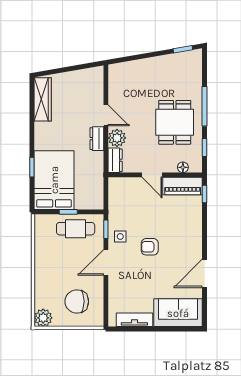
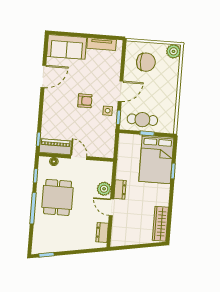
dresser: (115, 160) -> (102, 232), moved

